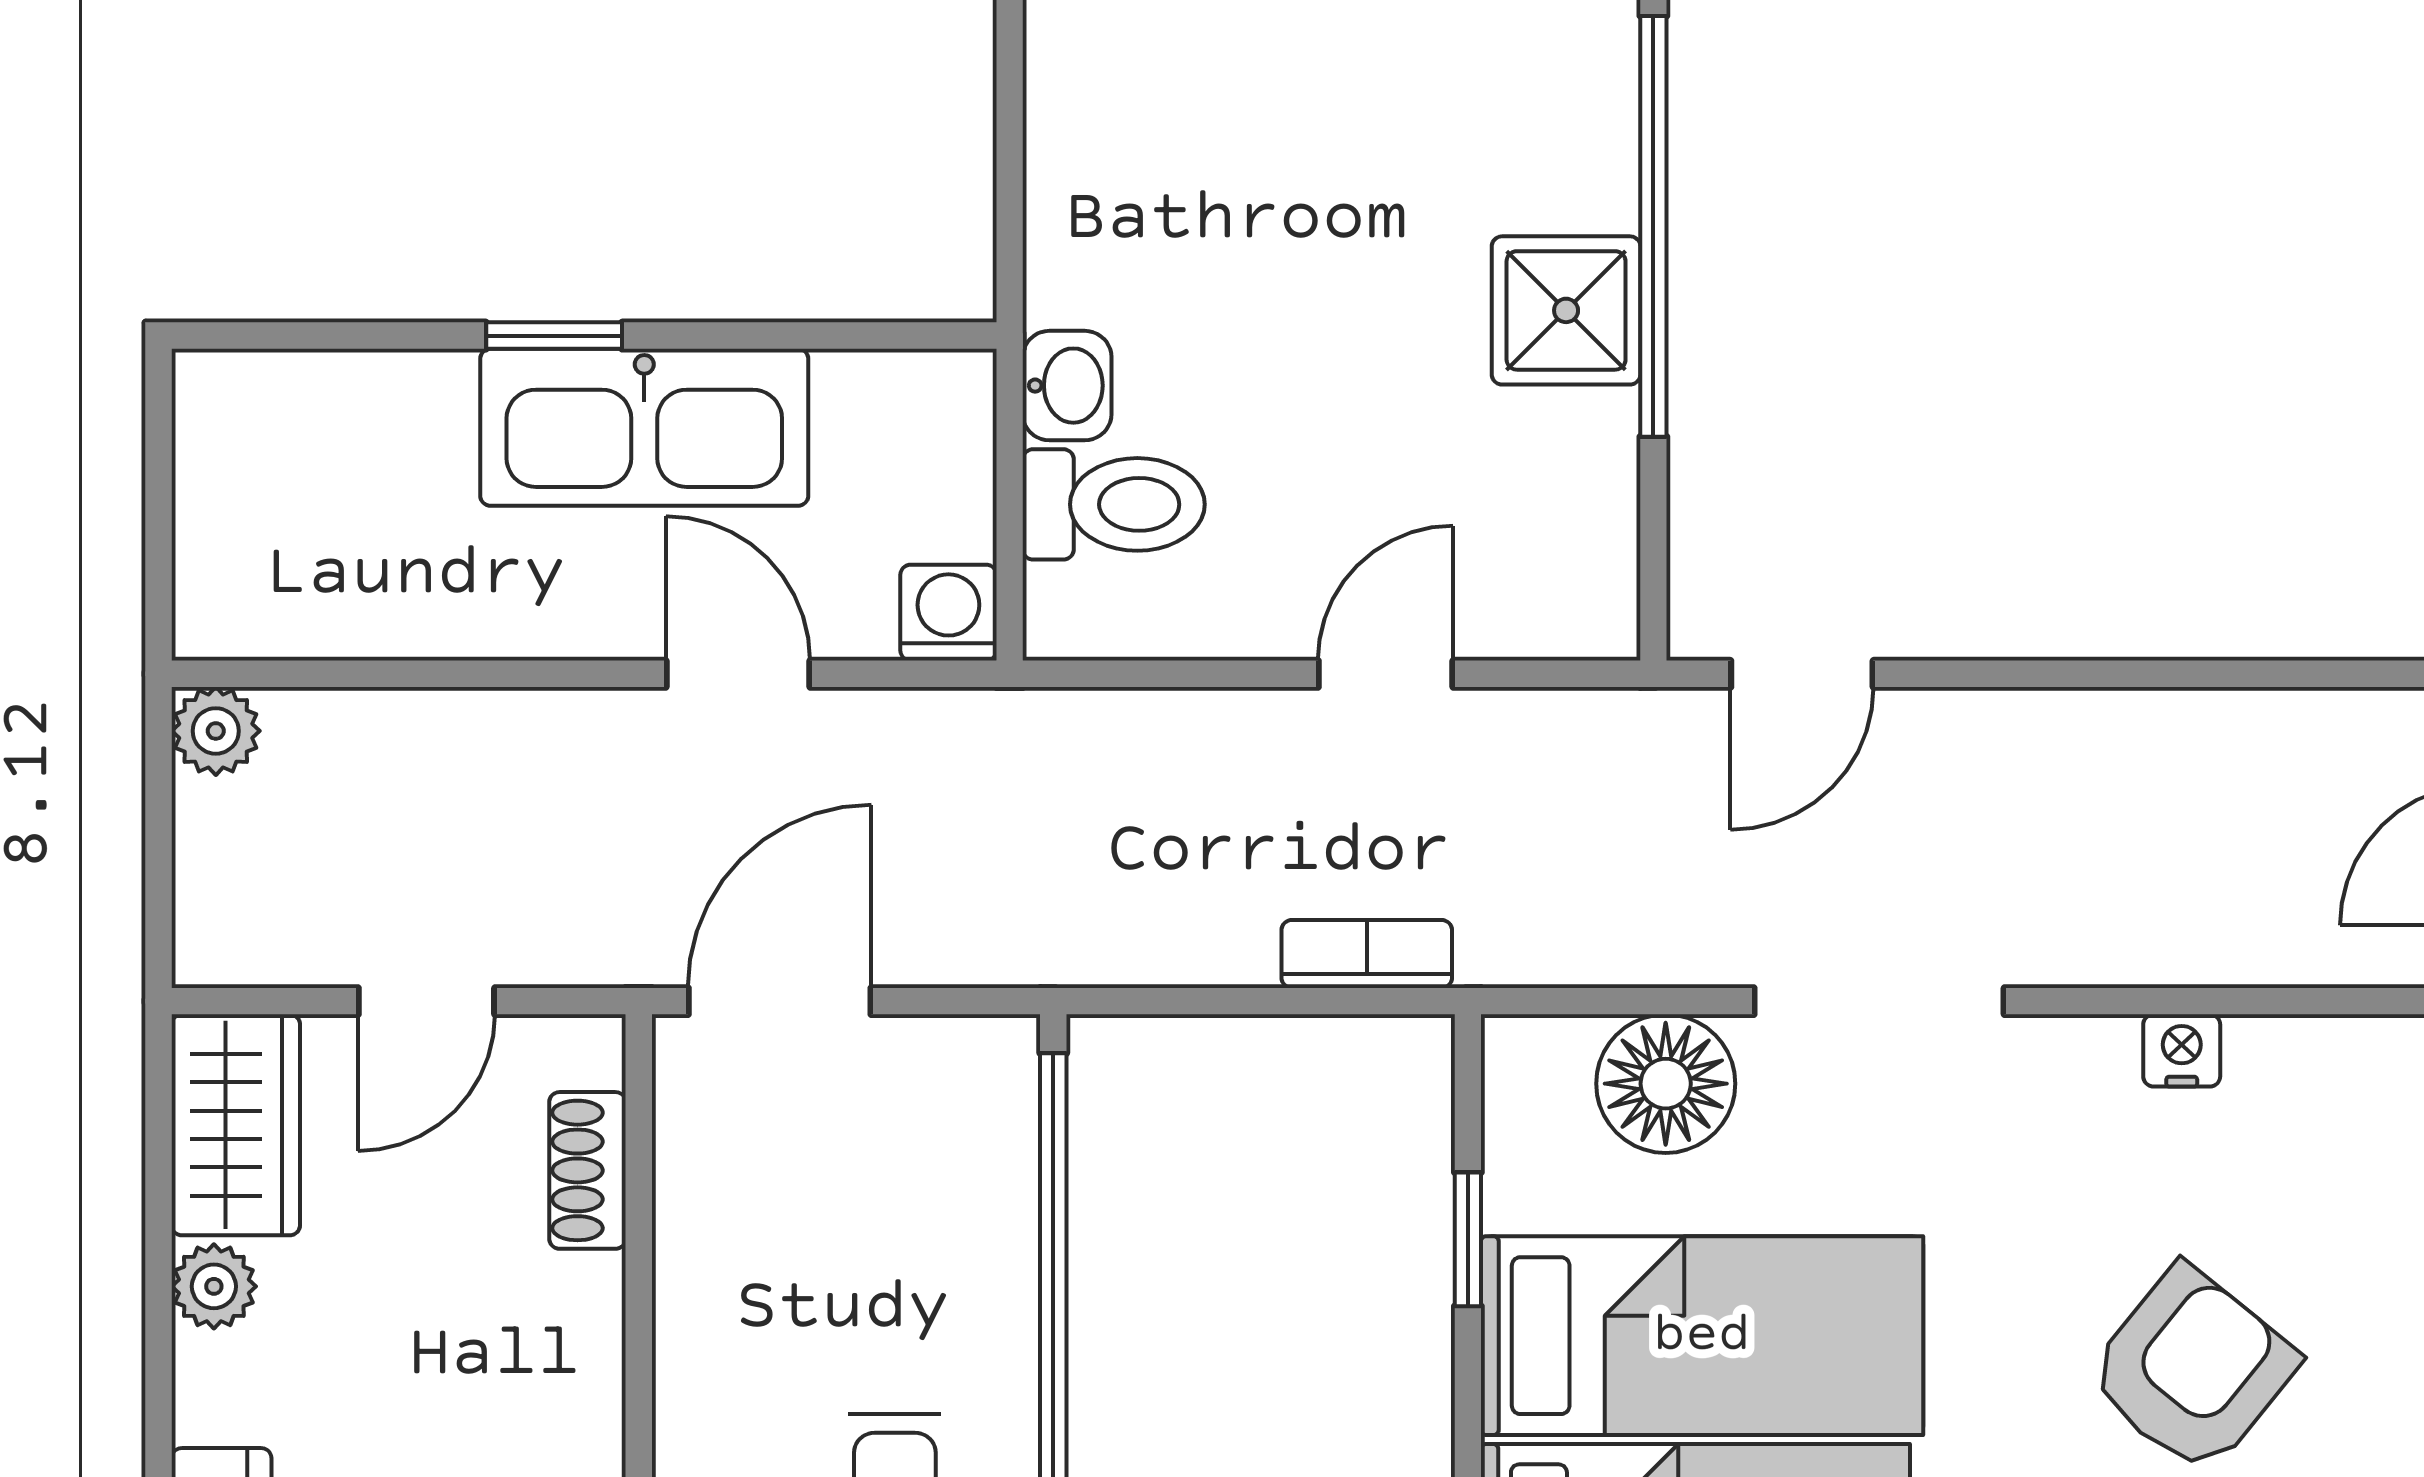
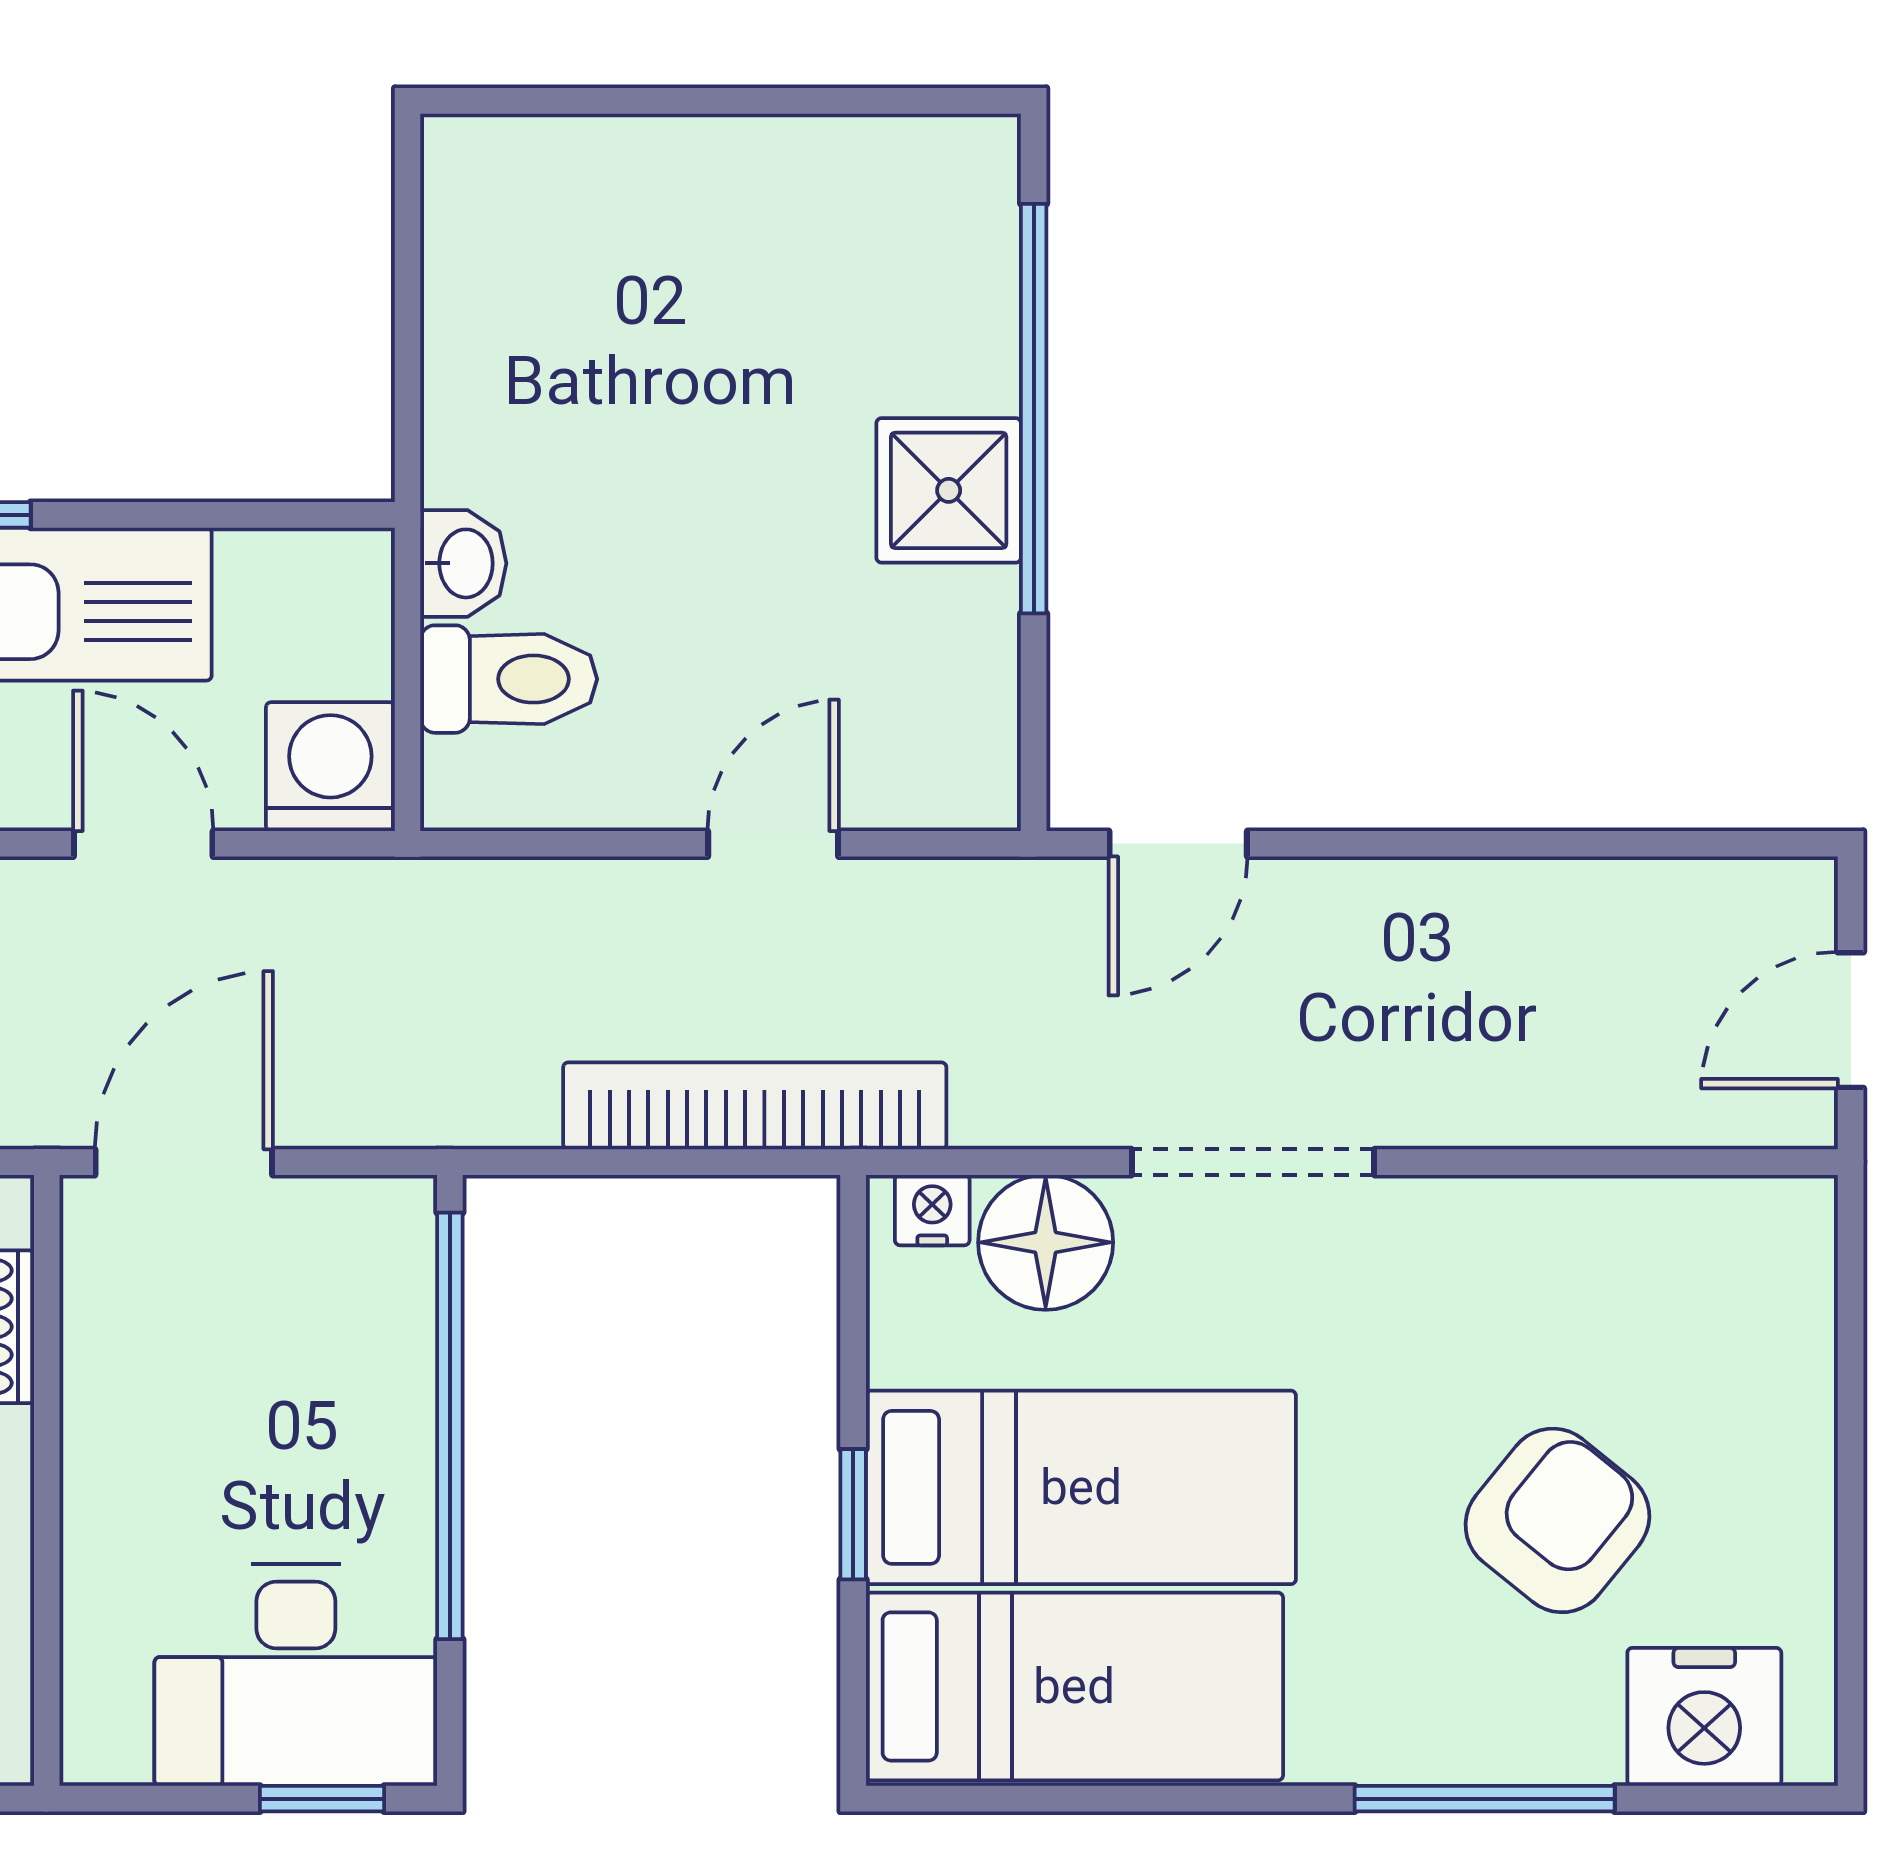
washing machine: (948, 613) -> (330, 767), width x1.38, depth x1.38
bookcase: (1367, 954) -> (755, 1106), width x2.31, depth x1.31
nightstand: (2182, 1050) -> (932, 1210), moved
window: (1468, 1239) -> (853, 1514), moved

